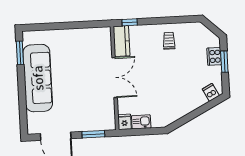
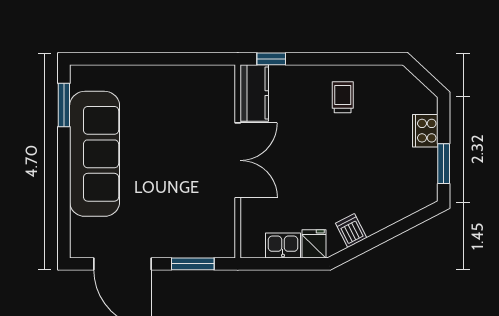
window: (224, 62) -> (444, 164), moved
dishwasher: (211, 92) -> (351, 231), moved
fridge: (124, 122) -> (314, 244), moved

